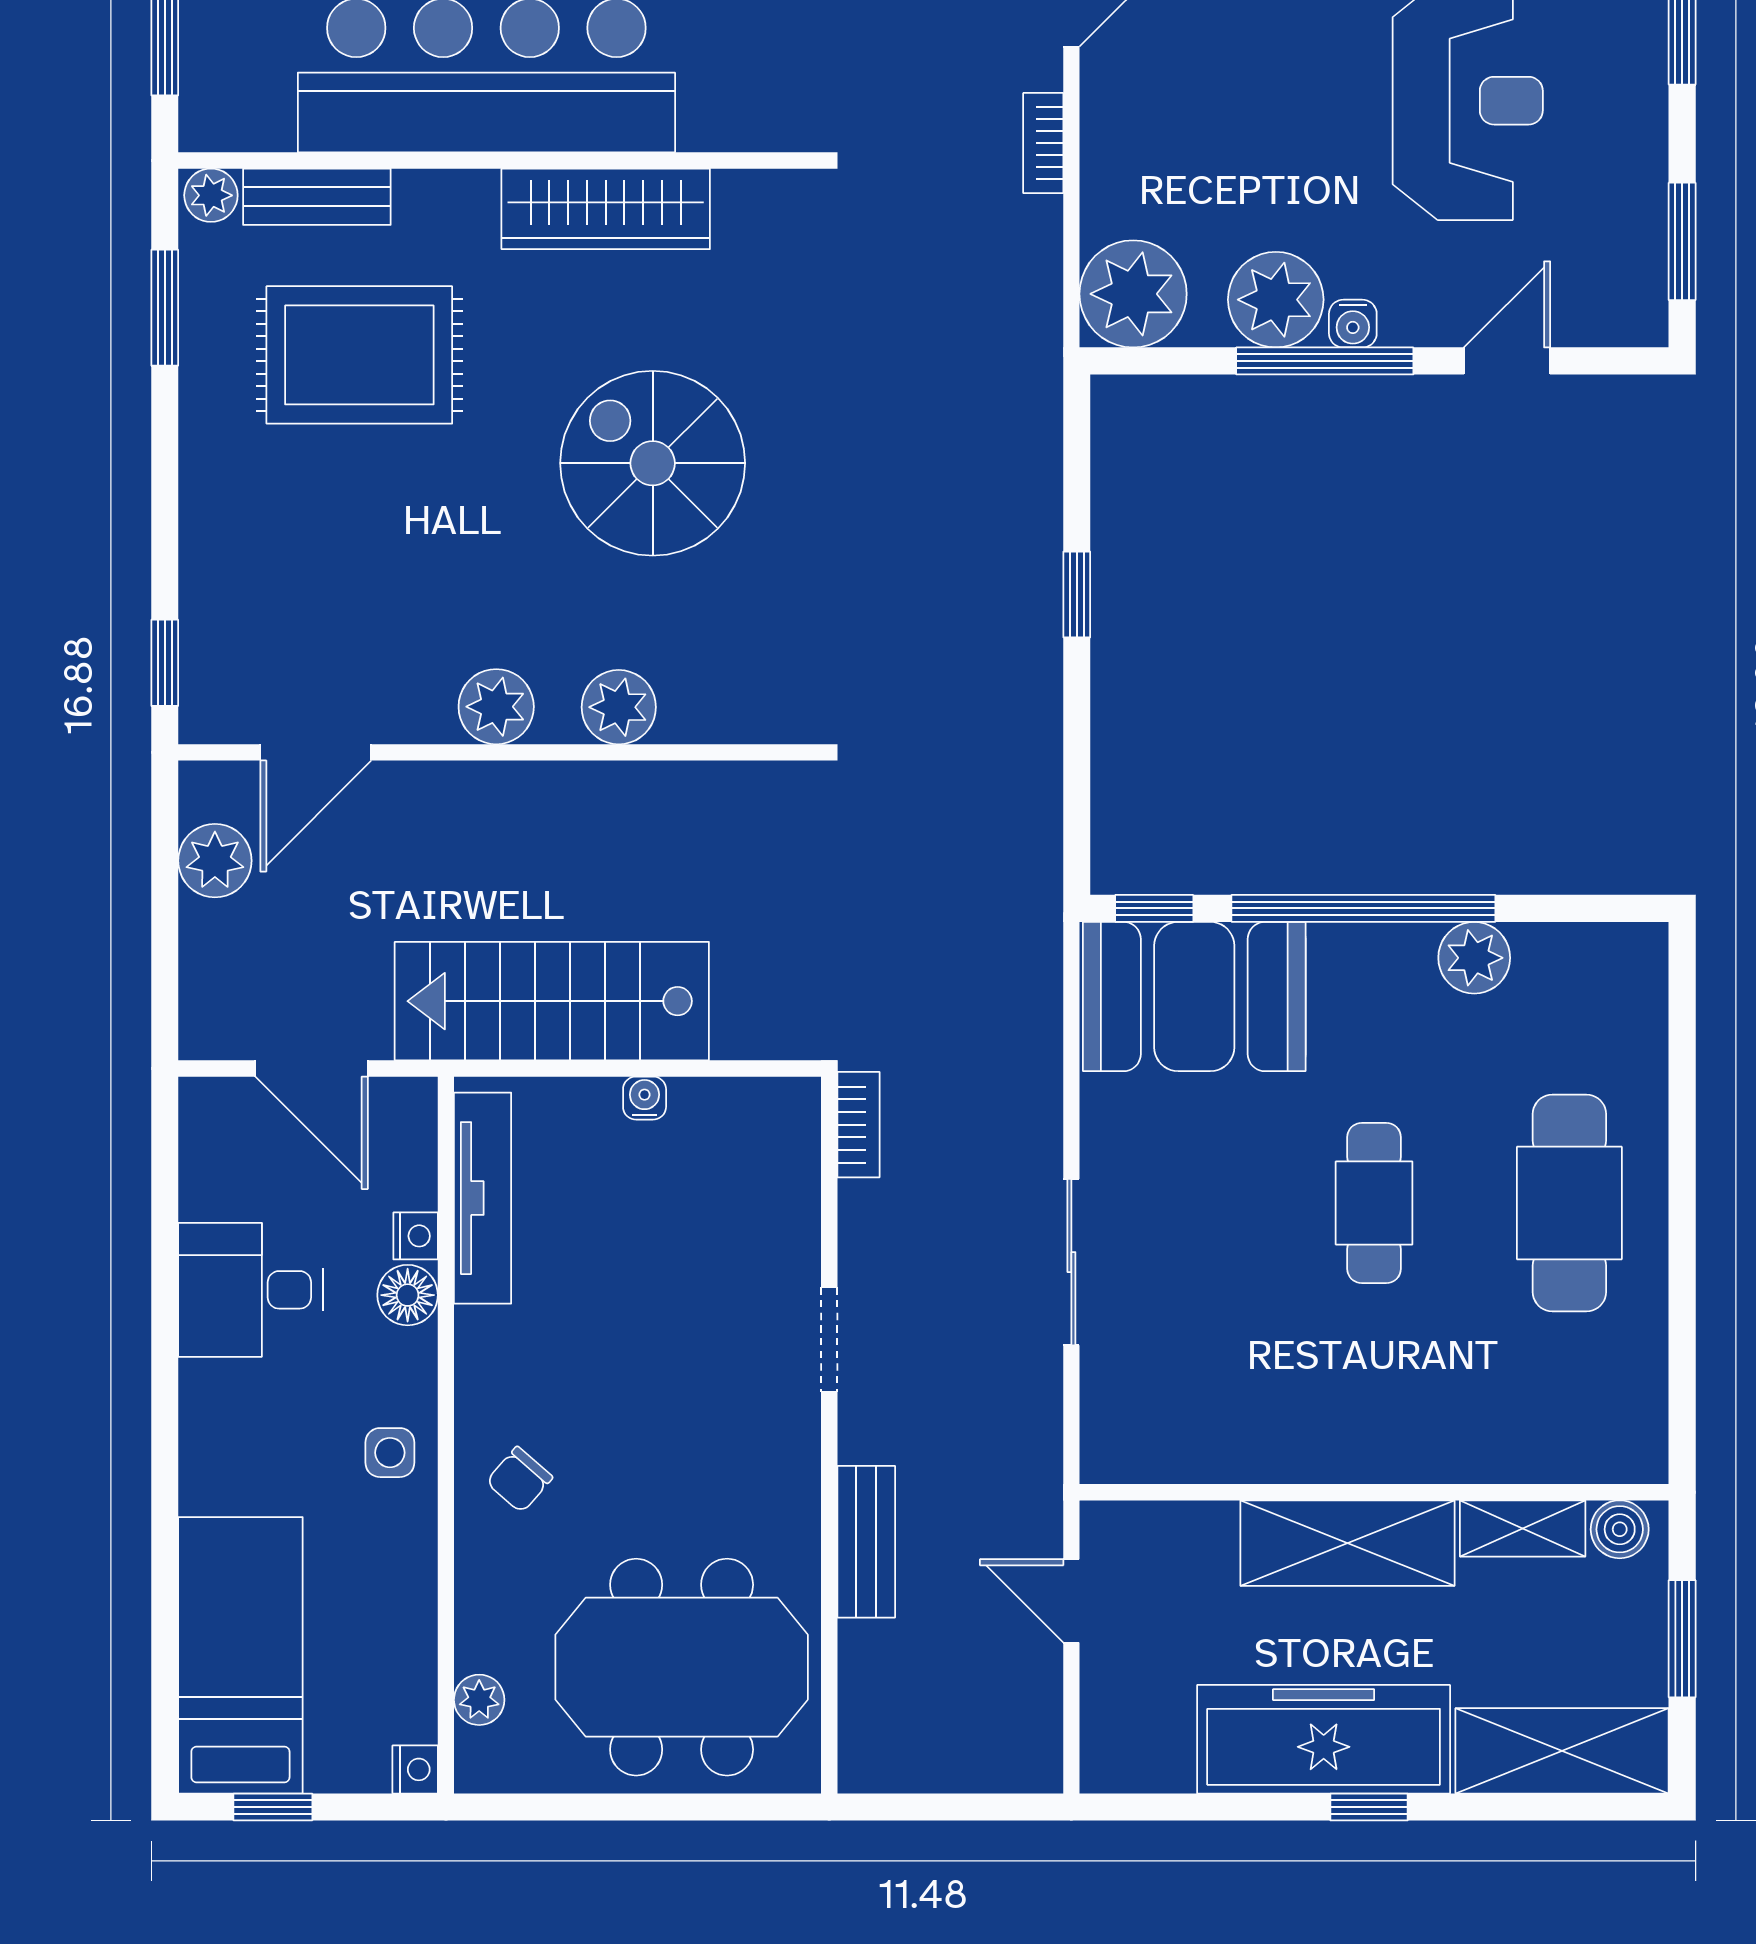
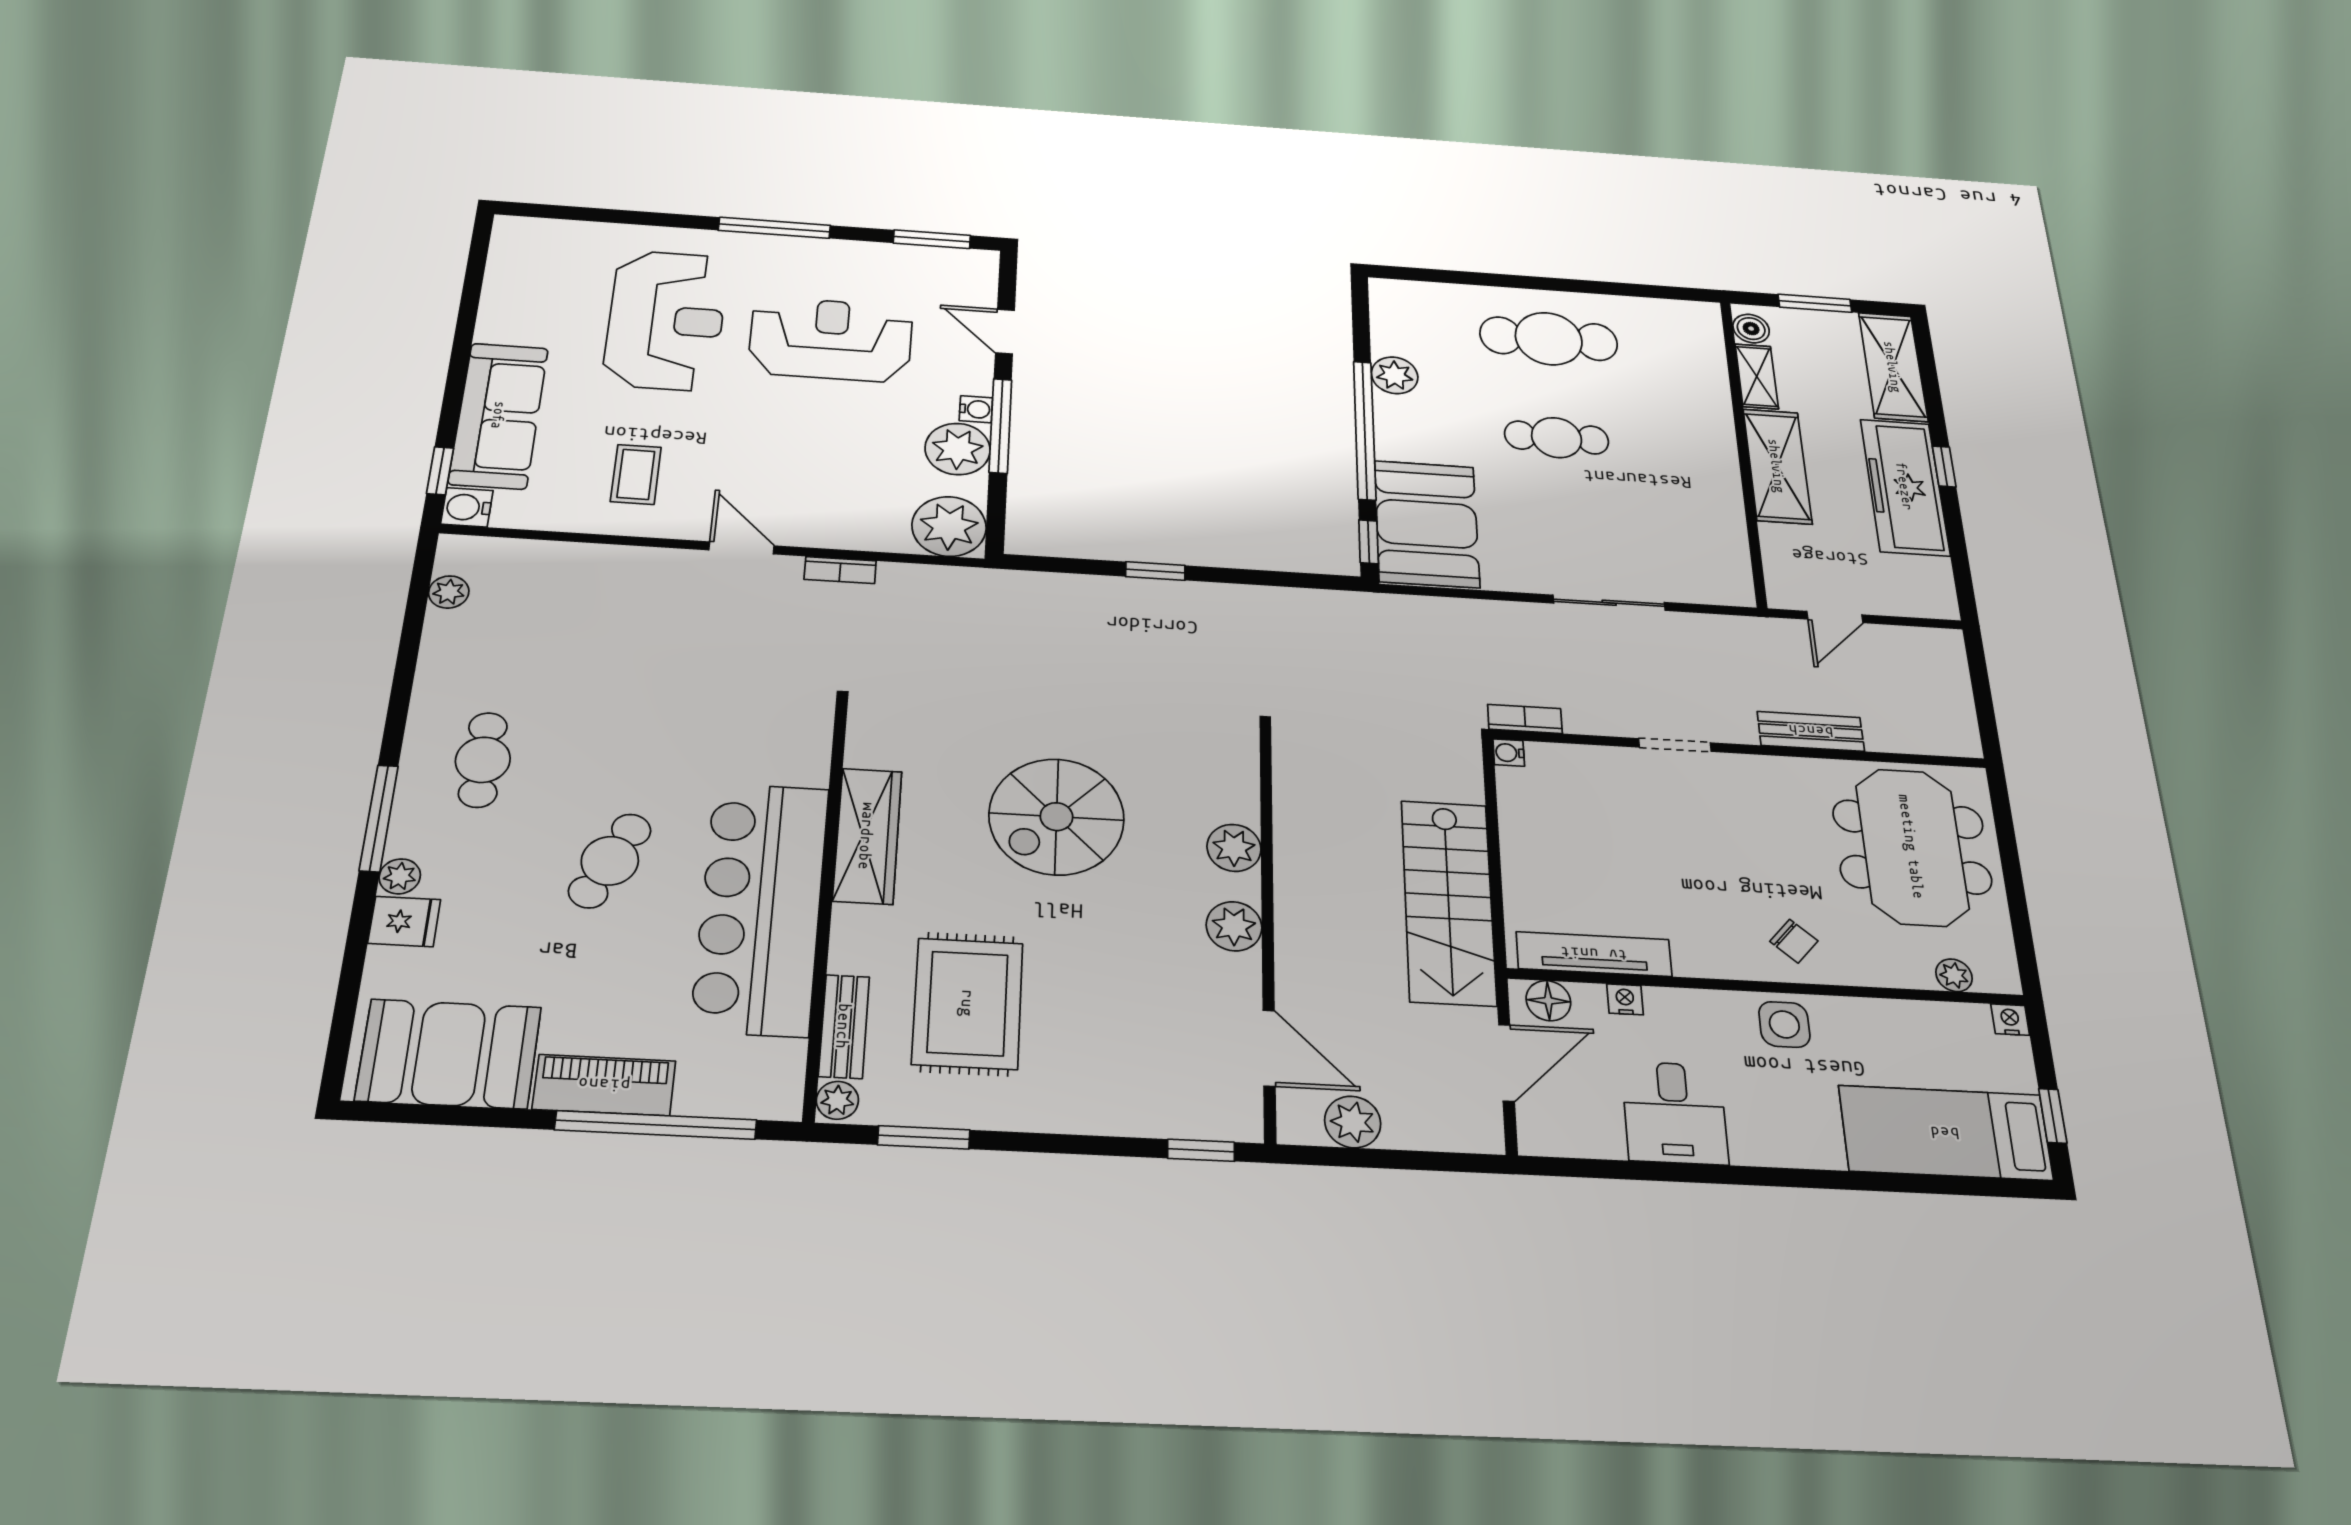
water cooler: (645, 1098) -> (1509, 753), moved
floor lamp: (408, 1295) -> (1548, 1001), moved
side table: (390, 1453) -> (1784, 1024), width x1.37, depth x1.37

